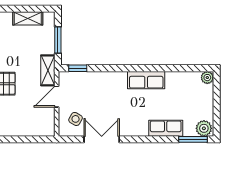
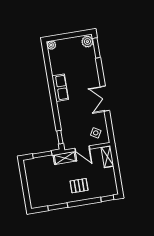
shelving: (28, 18) -> (107, 157), moved
row of seats: (166, 128) -> (92, 68), removed
double door: (102, 139) -> (105, 99), moved

